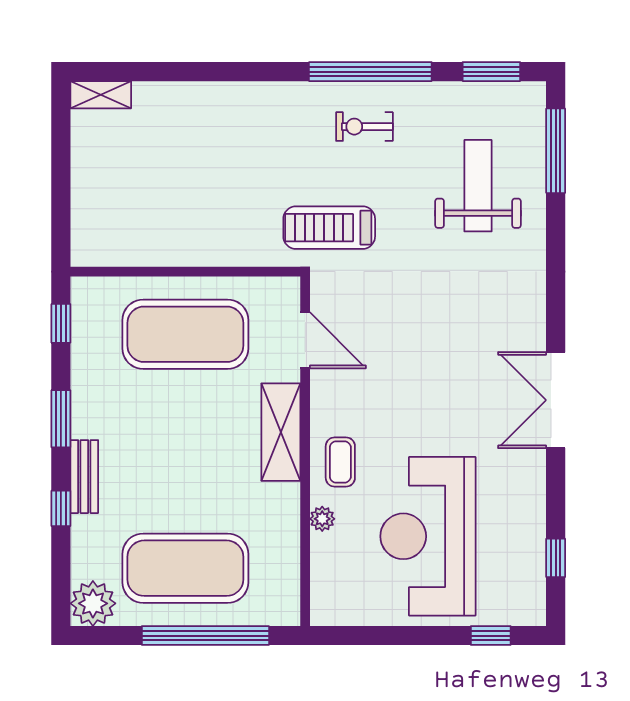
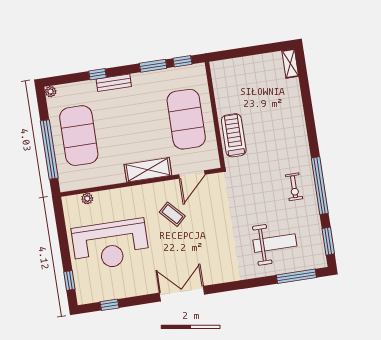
exercise bike: (364, 127) -> (294, 187), turned 180
treadmill: (329, 228) -> (234, 135), moved
window: (61, 419) -> (153, 66), moved
coffee table: (340, 462) -> (172, 214), moved, turned 47
plant: (322, 519) -> (87, 199), moved
reception desk: (428, 536) -> (110, 245), turned 180
plant: (93, 603) -> (51, 92), width x0.53, depth x0.53

